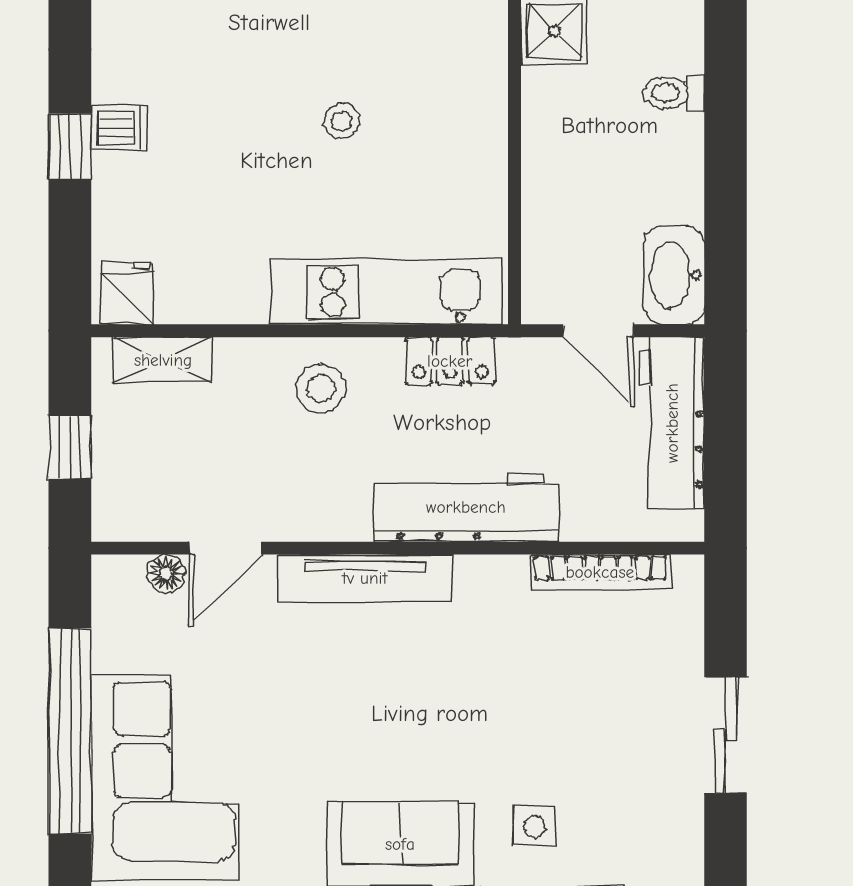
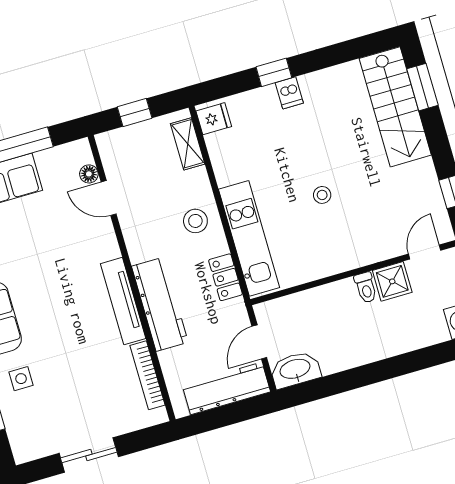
toilet: (674, 93) -> (366, 287), moved, turned 180
tv unit: (365, 578) -> (123, 301), moved

